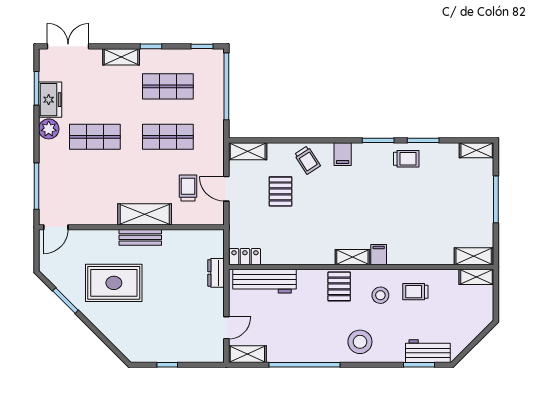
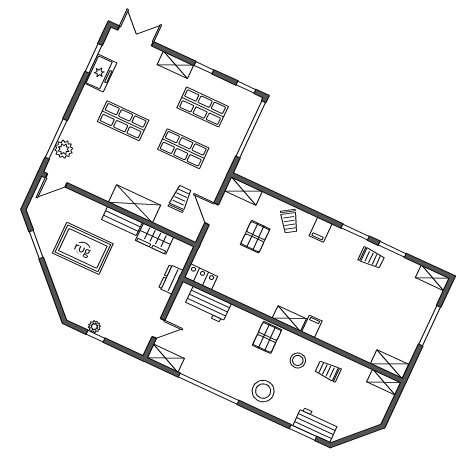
plant: (49, 129) -> (64, 149), moved
wardrobe: (181, 240) -> (155, 239), added
workbench: (265, 281) -> (208, 305), width x0.73
plant: (162, 356) -> (94, 327), added

